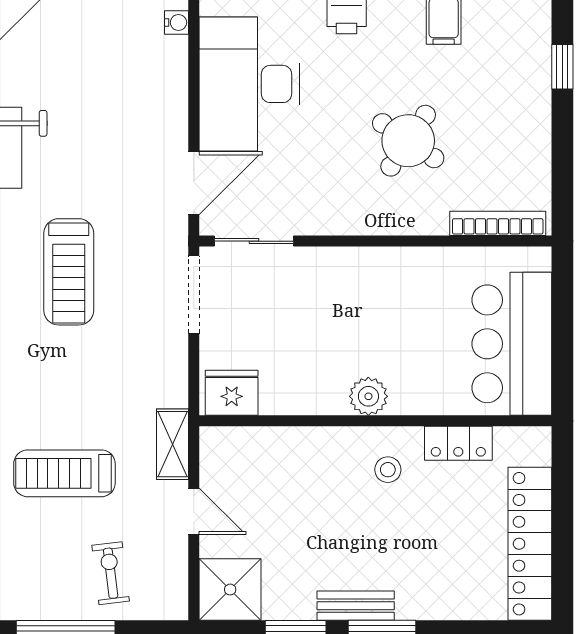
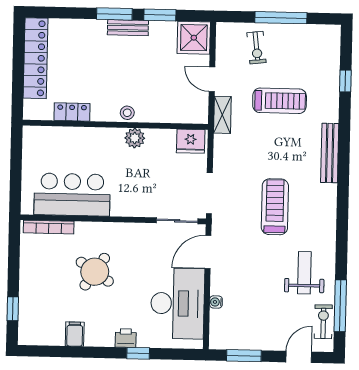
water cooler: (177, 22) -> (216, 302), moved
bar counter: (512, 344) -> (72, 195), moved, turned -90
plant: (368, 396) -> (135, 138), moved
stool: (388, 470) -> (127, 113), moved

